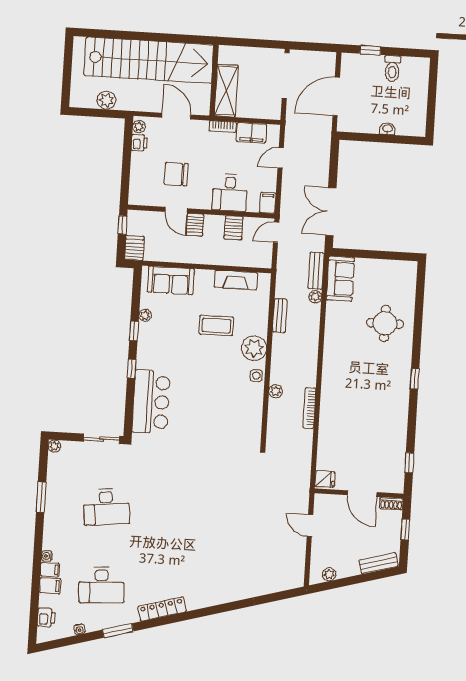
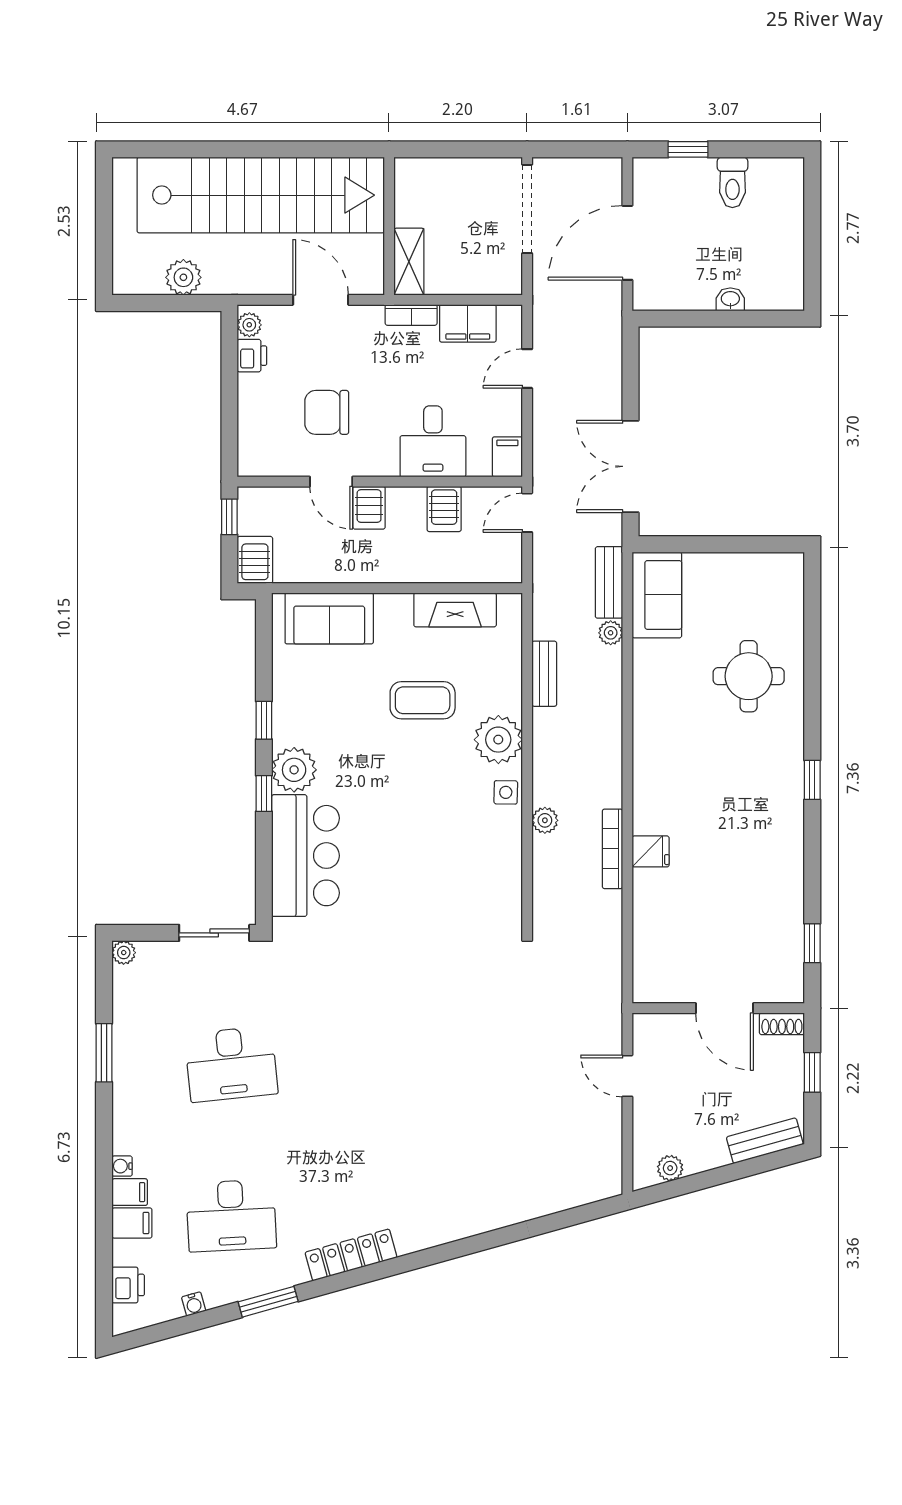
shelving: (226, 91) -> (409, 262), width x0.67, depth x0.75
plant: (145, 315) -> (294, 770), moved, width x1.88, depth x1.88
fridge: (325, 479) -> (651, 851), moved

